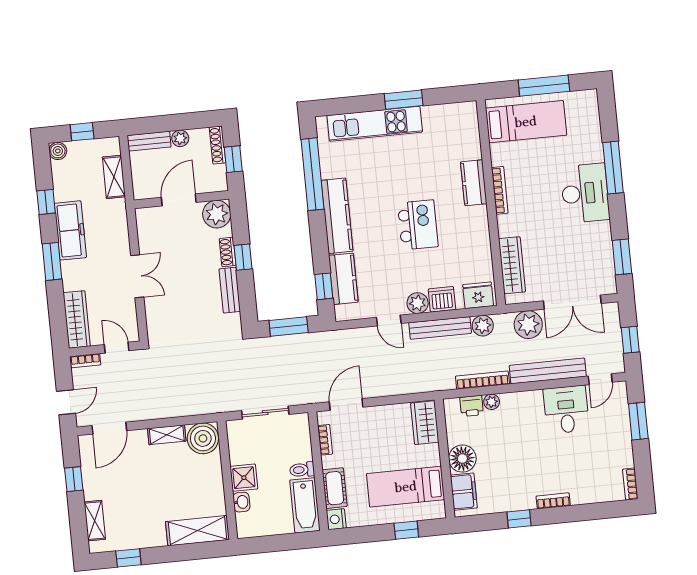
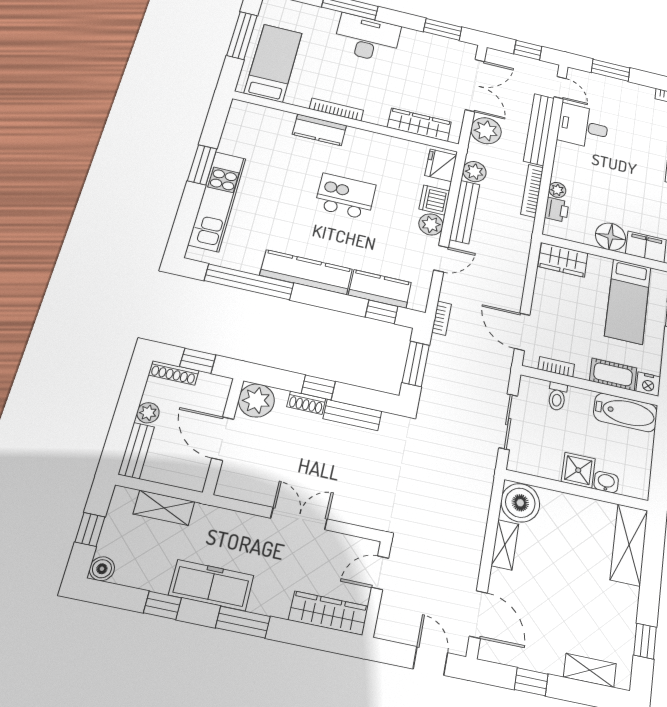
bookcase: (85, 361) -> (442, 318), moved
toilet: (302, 470) -> (557, 396), moved

